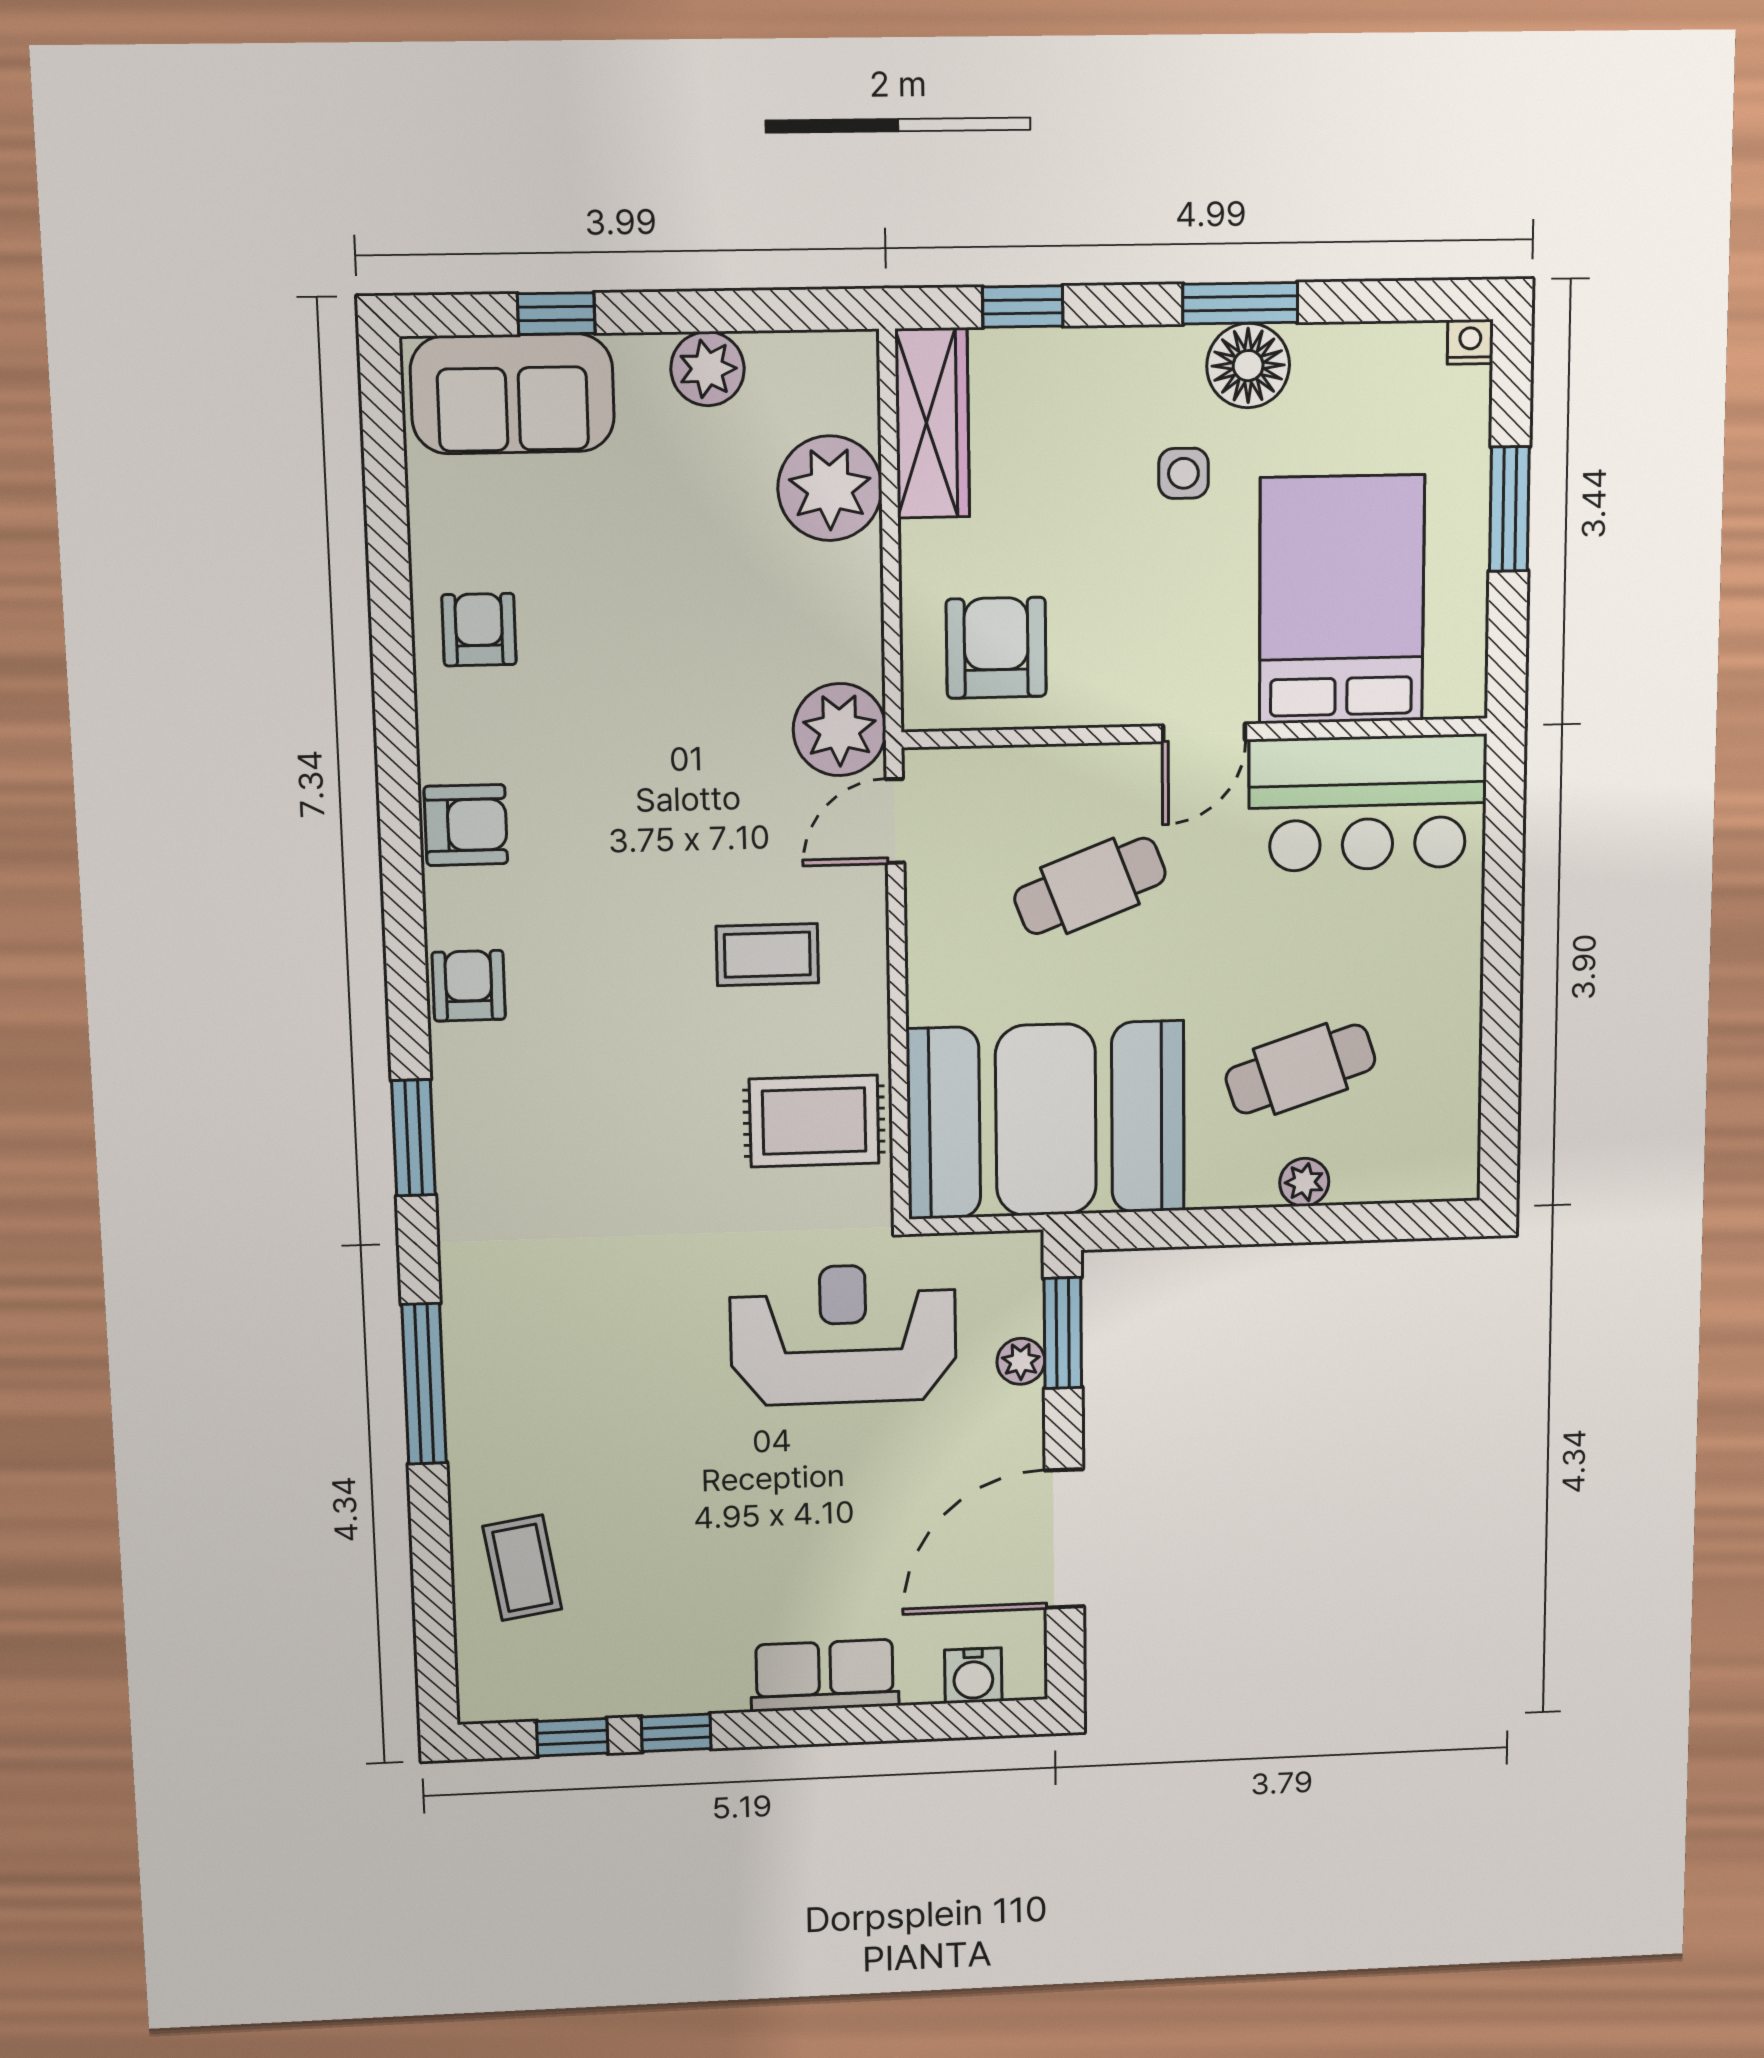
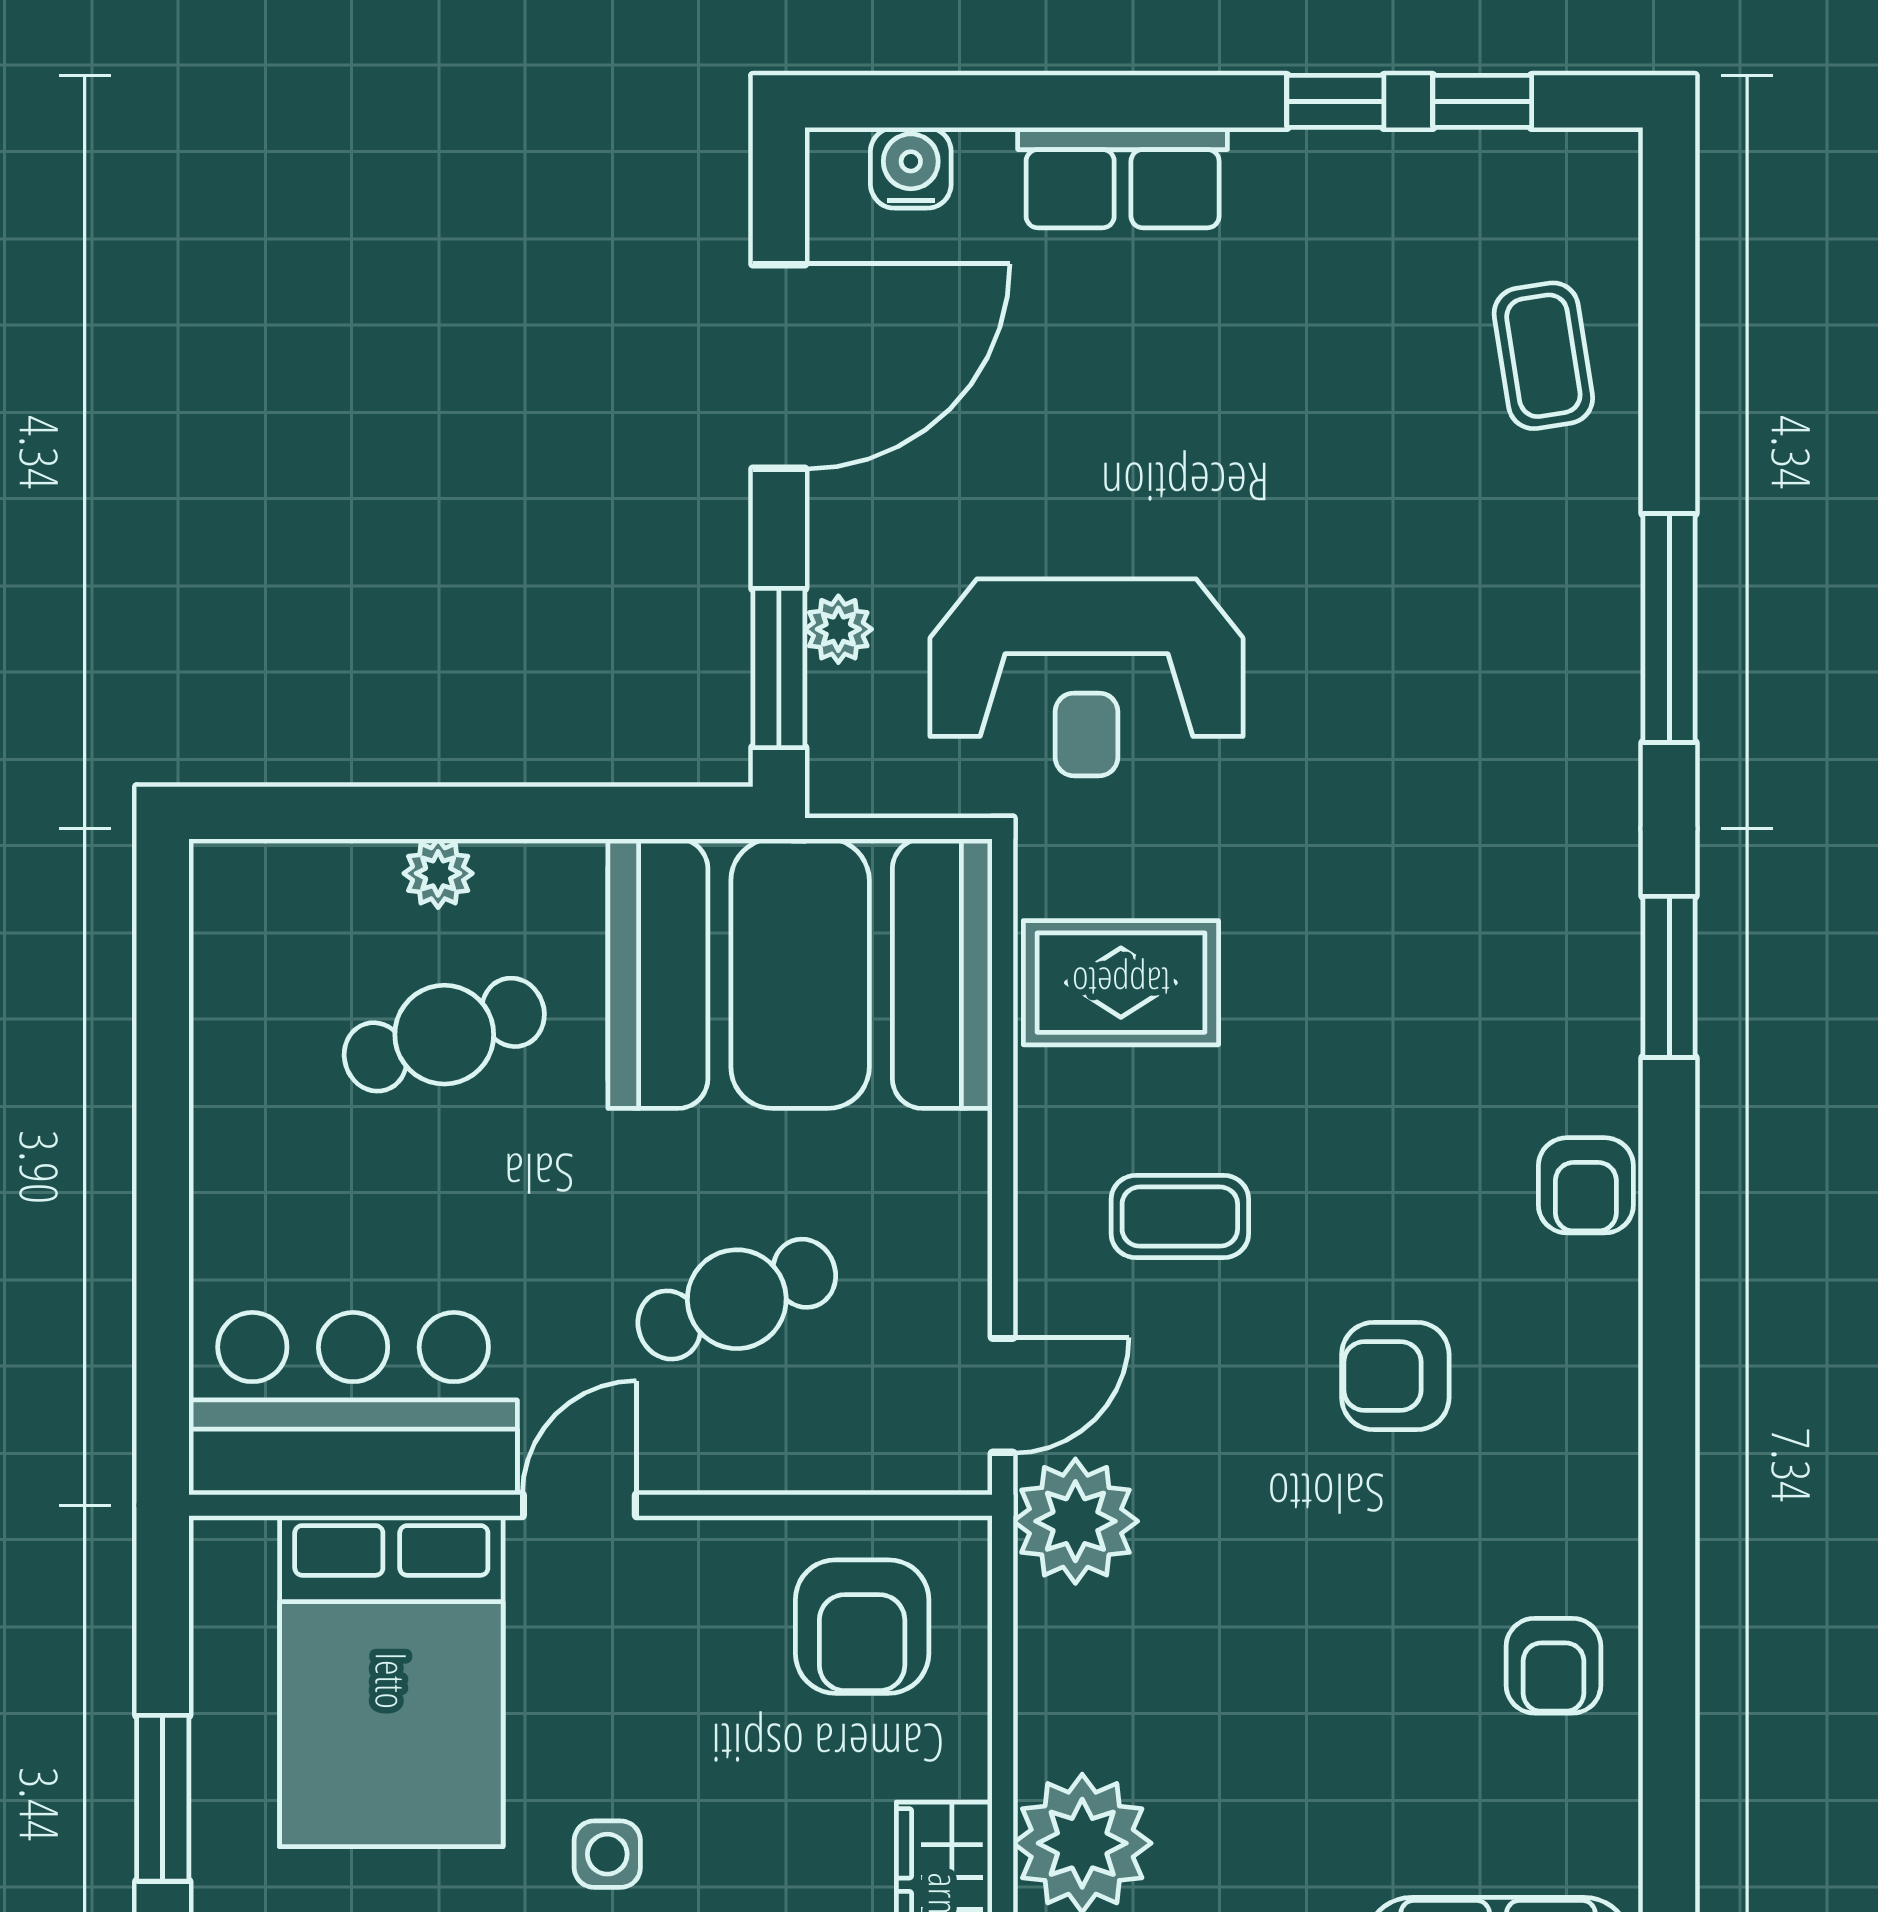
armchair: (466, 825) -> (1395, 1376), moved

